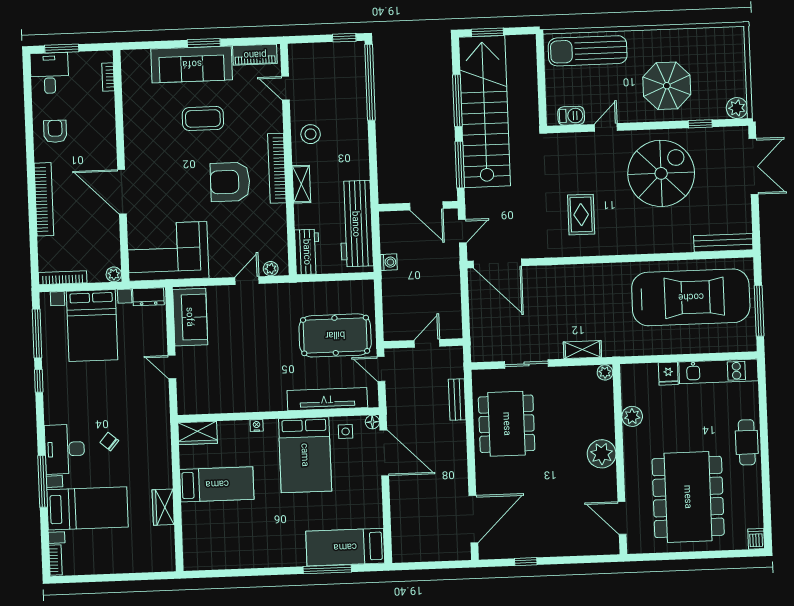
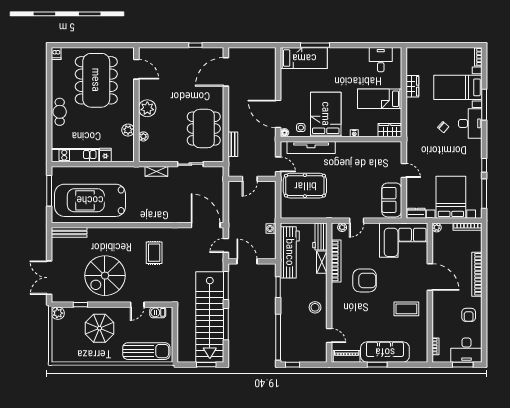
desk: (50, 73) -> (466, 350), width x1.37
coffee table: (203, 119) -> (406, 309), moved
window: (373, 165) -> (278, 287), added
bookcase: (277, 168) -> (336, 261), moved
shelving: (301, 184) -> (322, 262), moved
plant: (605, 372) -> (143, 136), moved
desk: (217, 549) -> (381, 60), added

